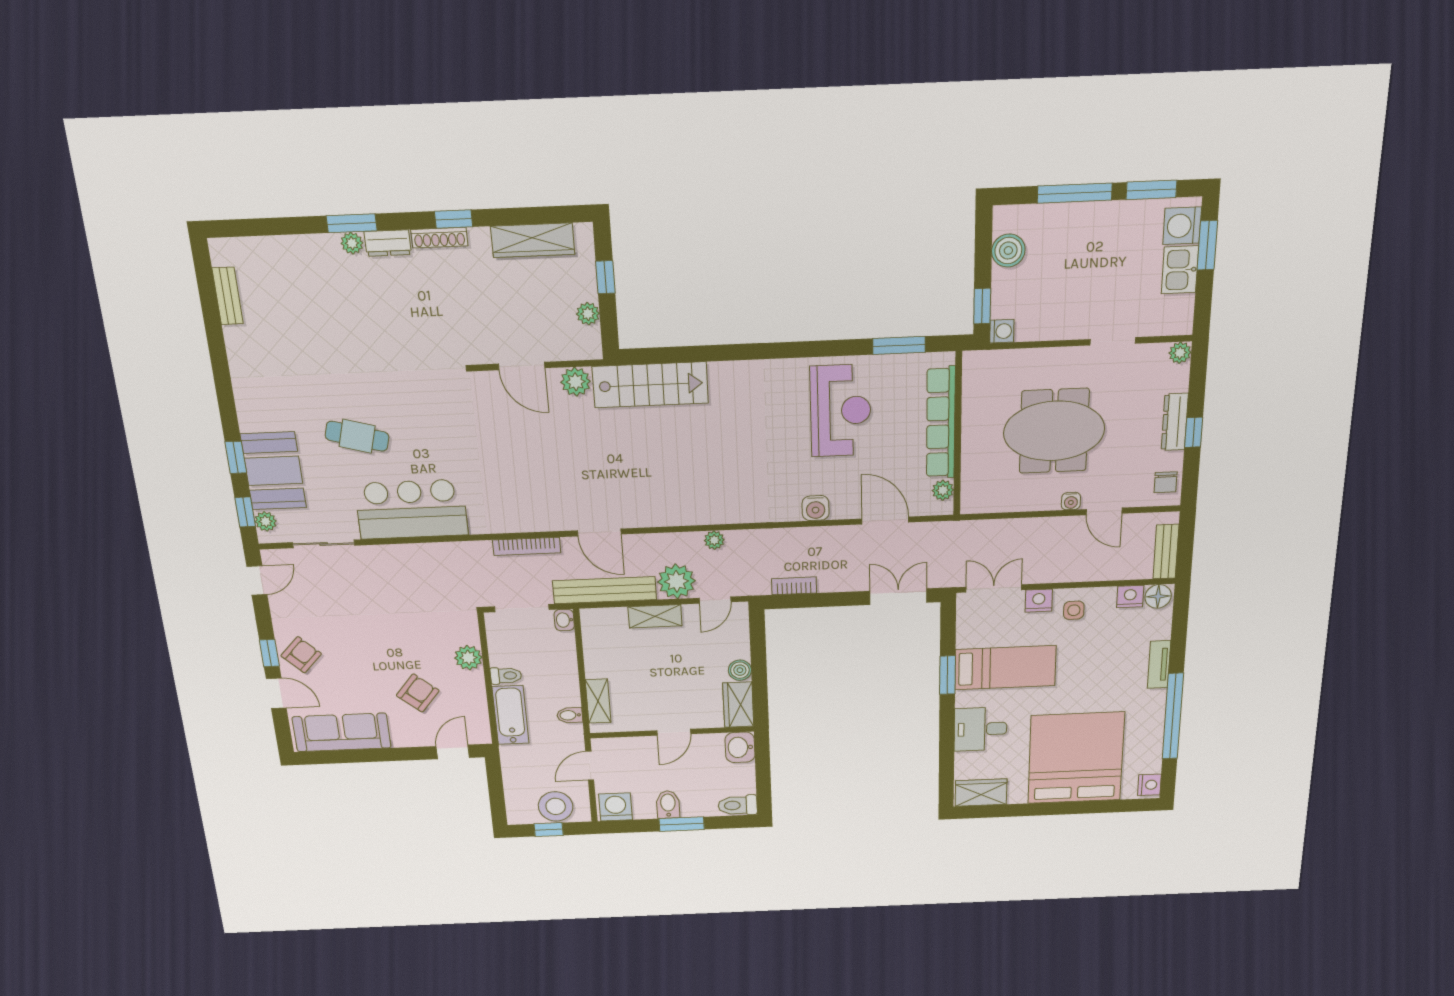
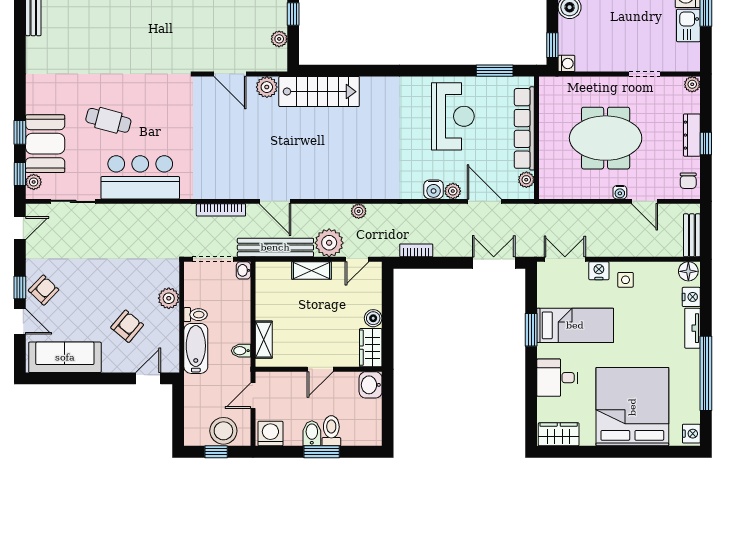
plant: (842, 509) -> (453, 191), added
nightstand: (1130, 597) -> (691, 297), moved, turned 90
toilet: (738, 805) -> (331, 431), moved, turned 90

